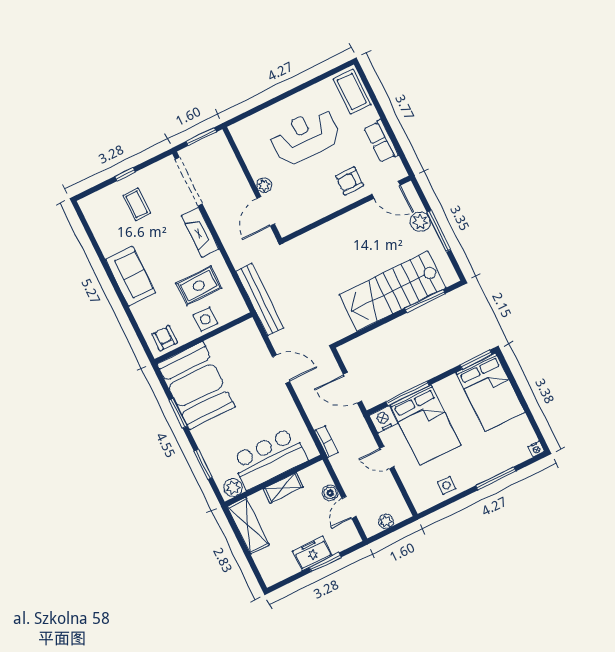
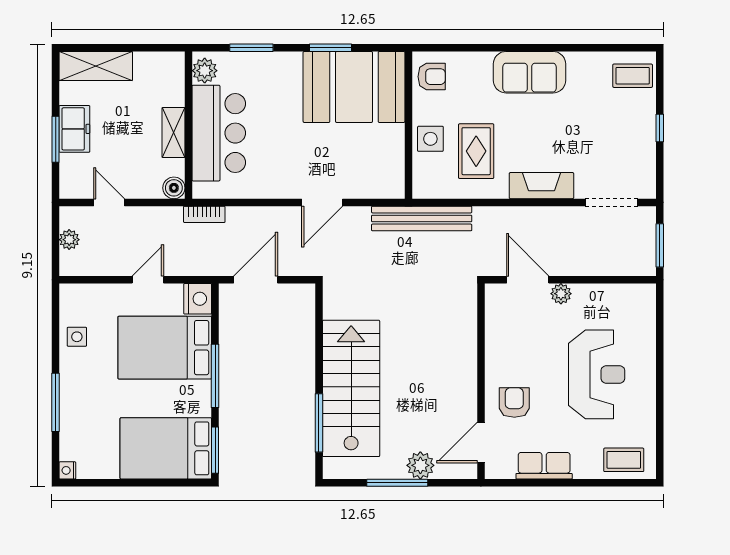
coffee table: (352, 91) -> (624, 460), width x0.73, depth x0.77
doorway: (189, 182) -> (612, 202), width x0.73
coffee table: (137, 204) -> (633, 76), moved
window: (407, 393) -> (215, 376), moved
boiler: (330, 493) -> (174, 188), moved
shelving: (248, 526) -> (96, 66), moved

